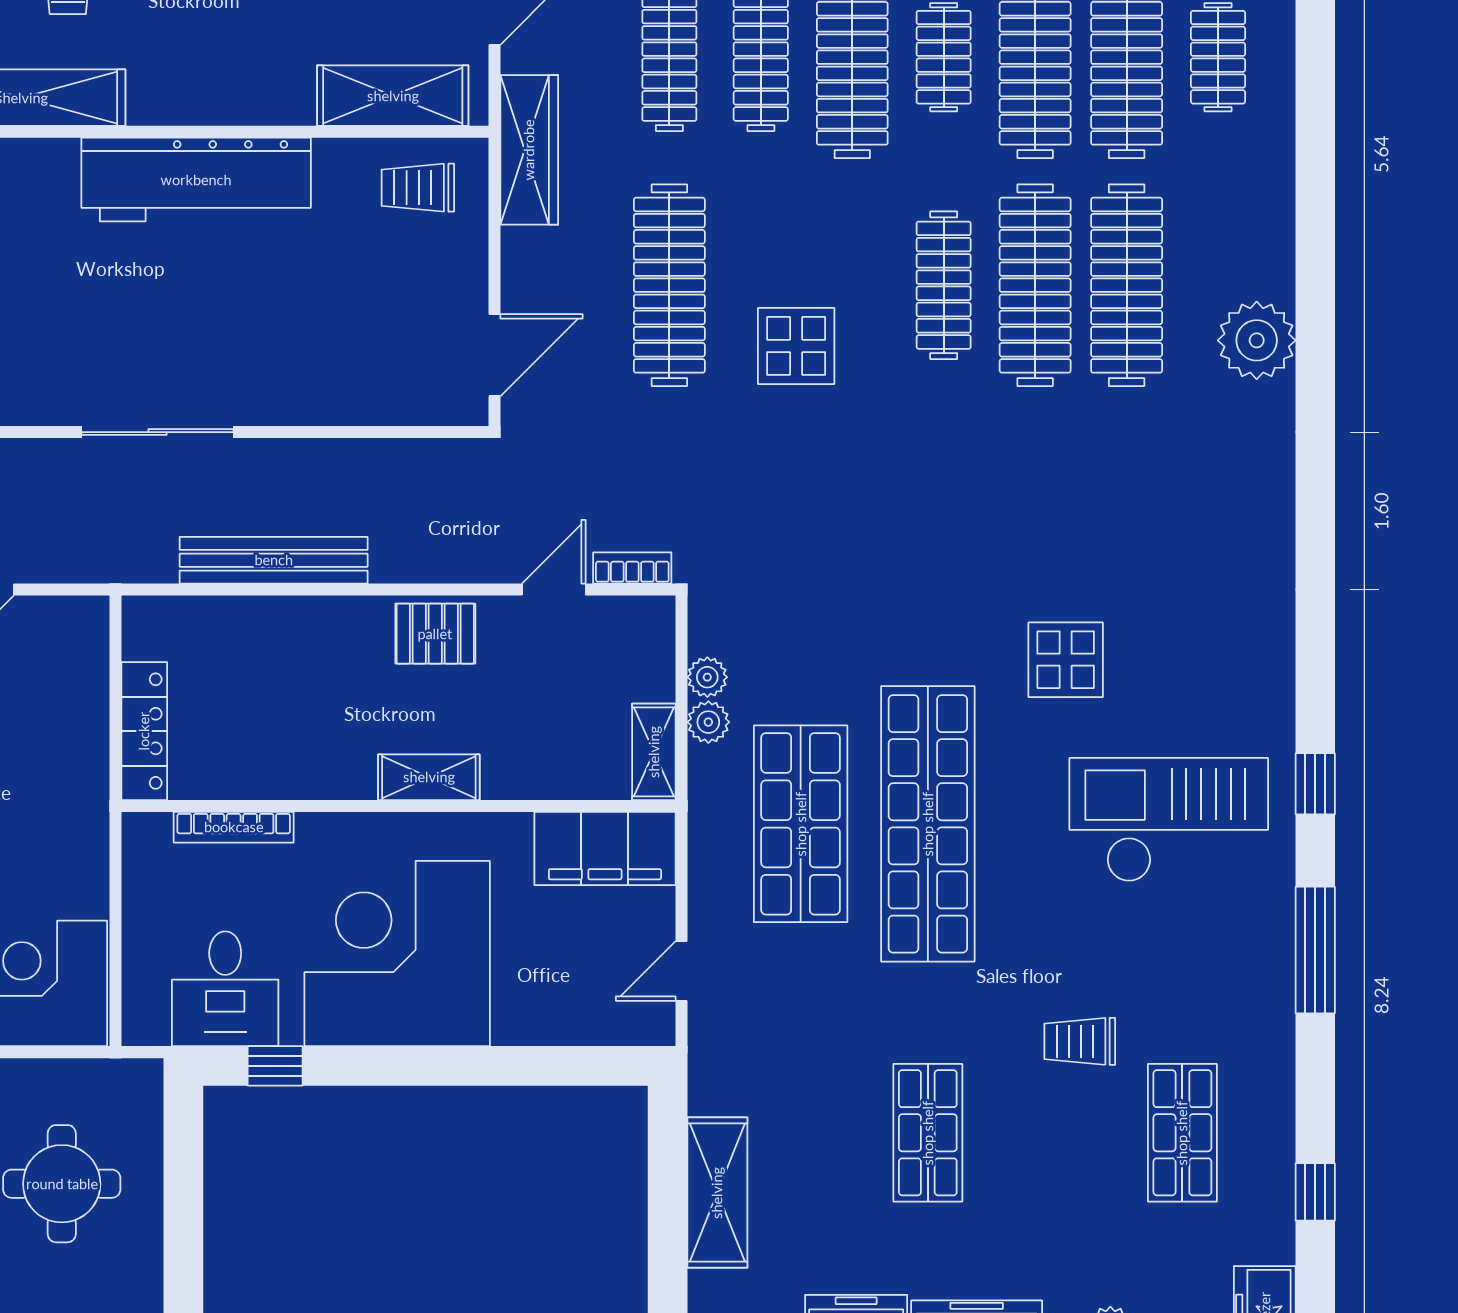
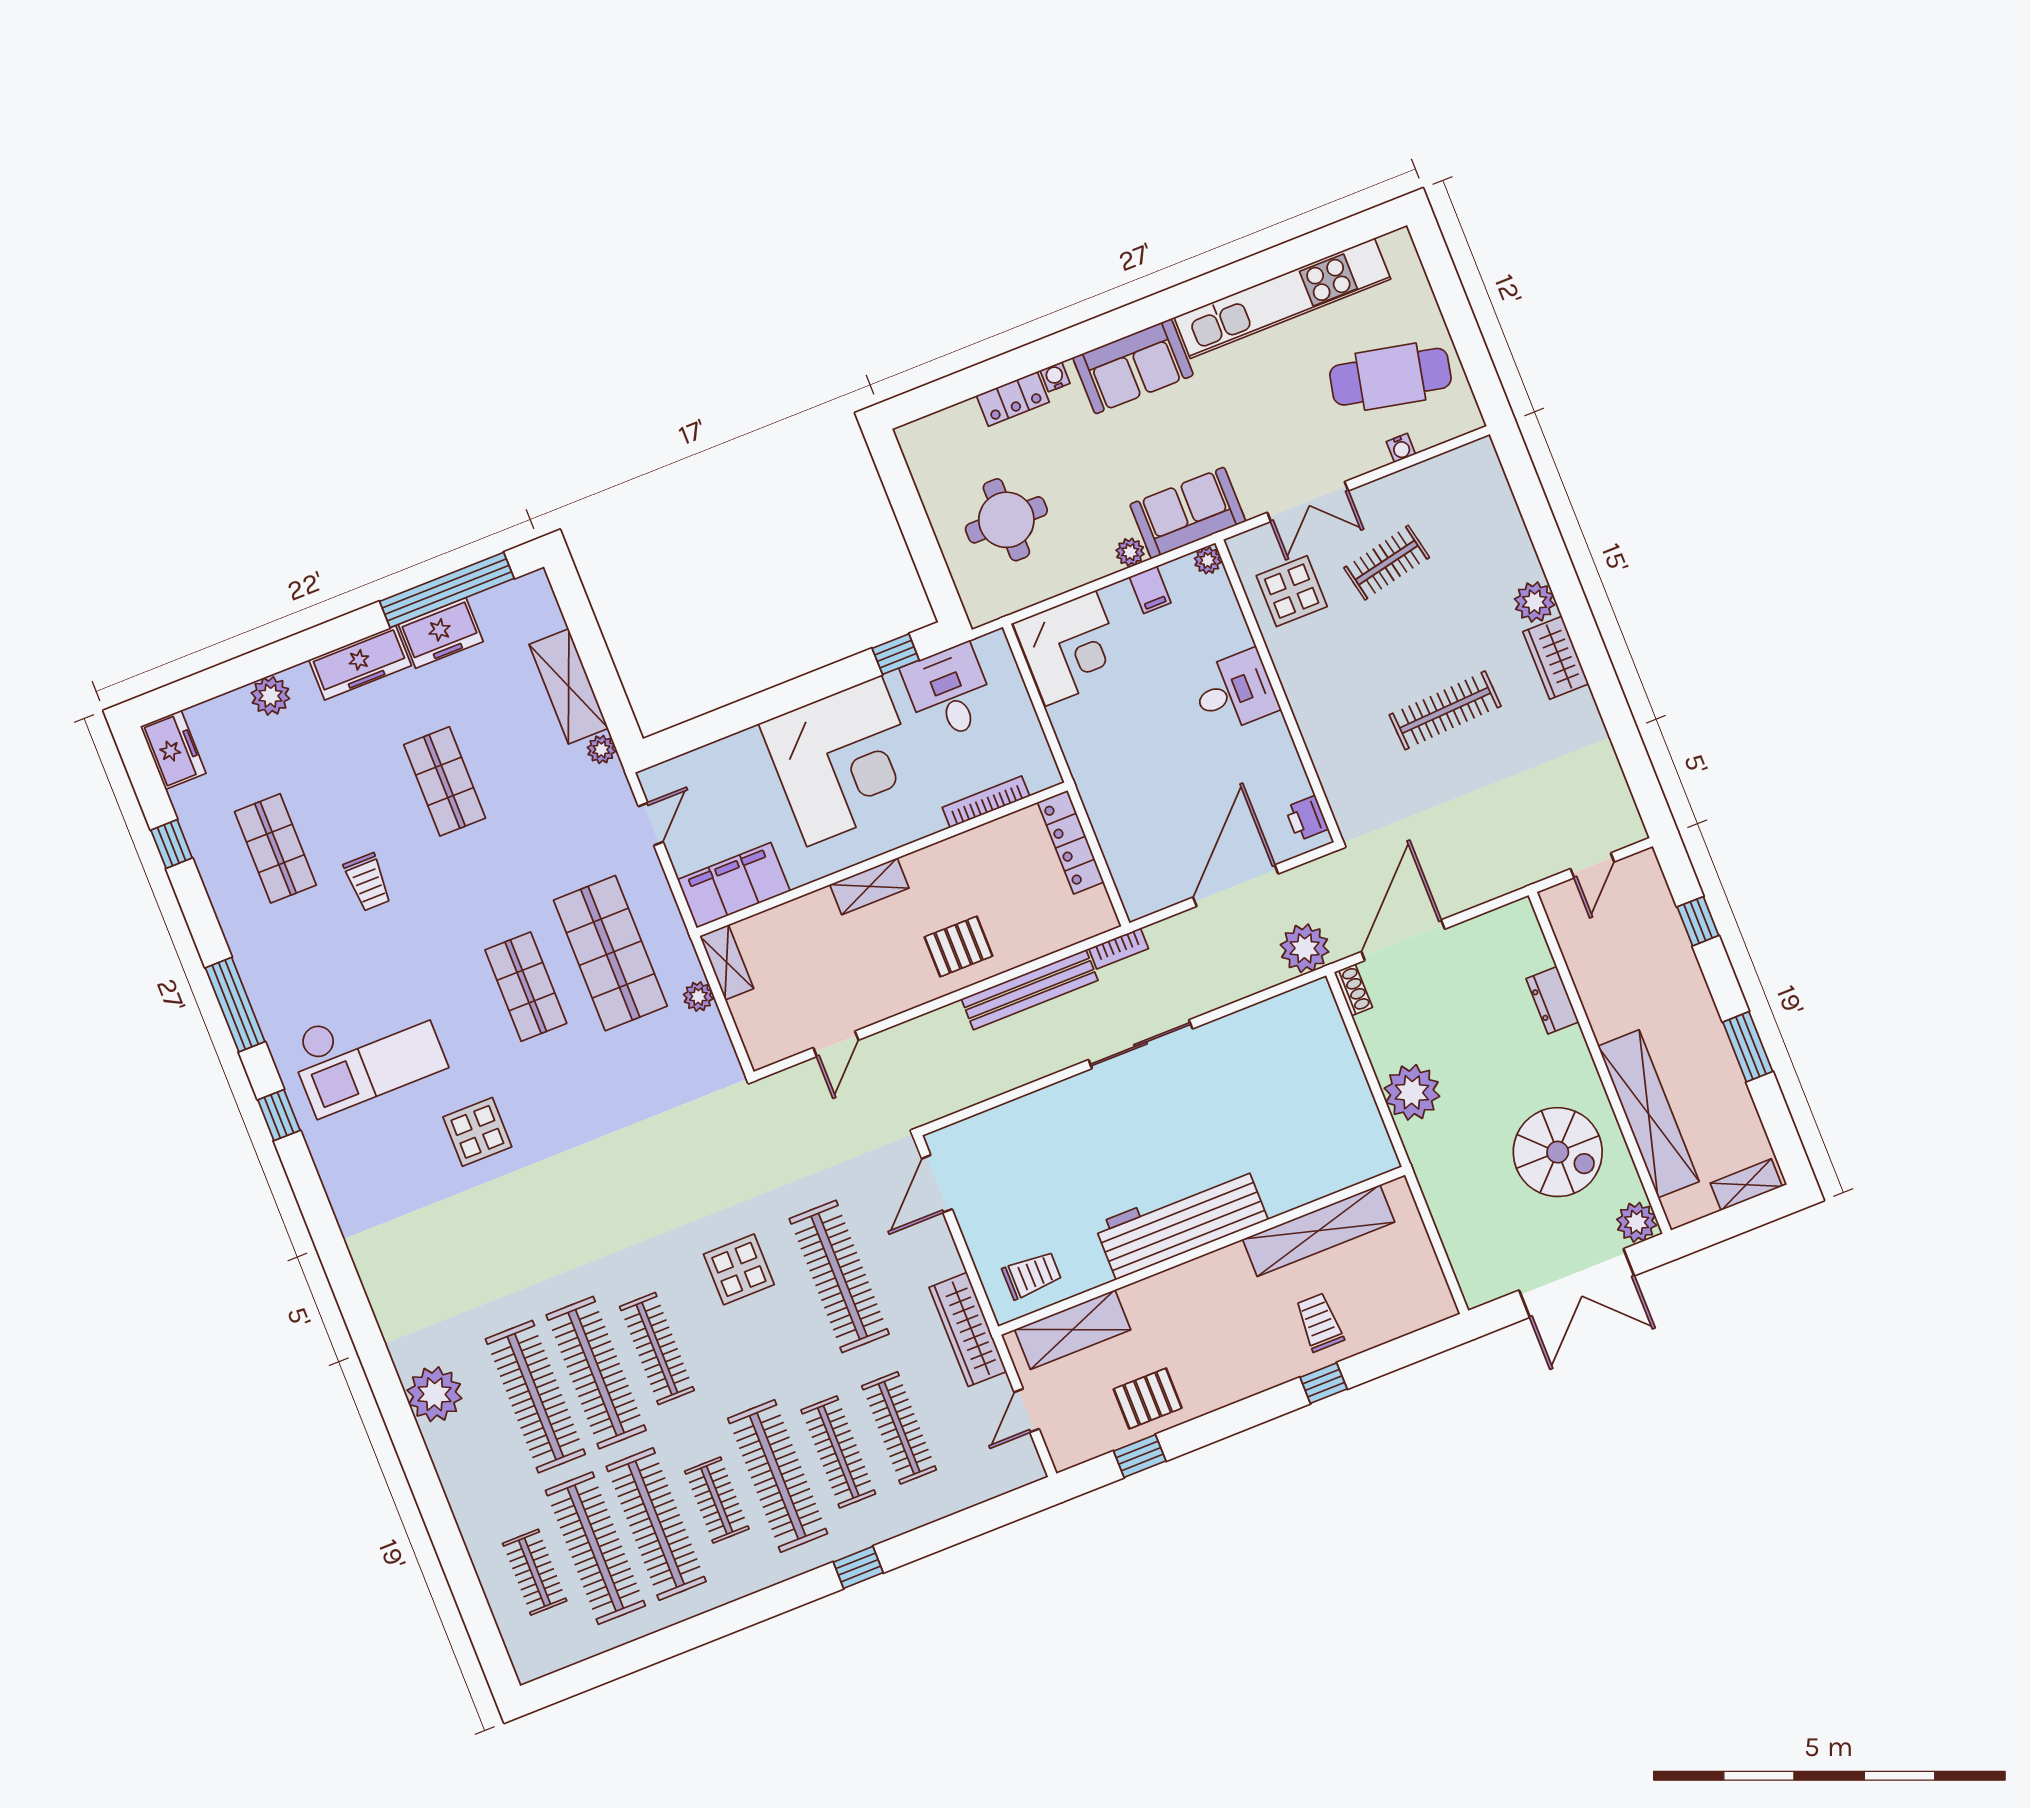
bookcase: (632, 568) -> (1119, 948), moved
pallet: (435, 634) -> (958, 946), moved
plant: (707, 677) -> (601, 749), moved
shop shelf: (928, 824) -> (526, 987), width x0.50, depth x0.74
trolley: (1080, 1041) -> (368, 882), turned 90

